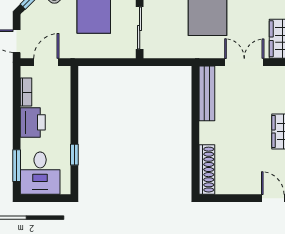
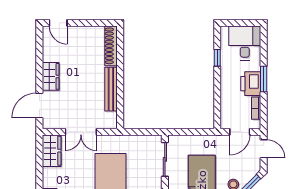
bench: (207, 93) -> (111, 89), moved
window: (17, 166) -> (264, 79), moved

